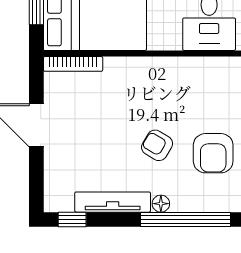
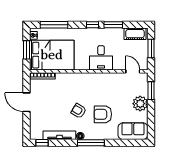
armchair: (213, 153) -> (103, 114), turned 90
window: (186, 220) -> (91, 143), width x0.68

